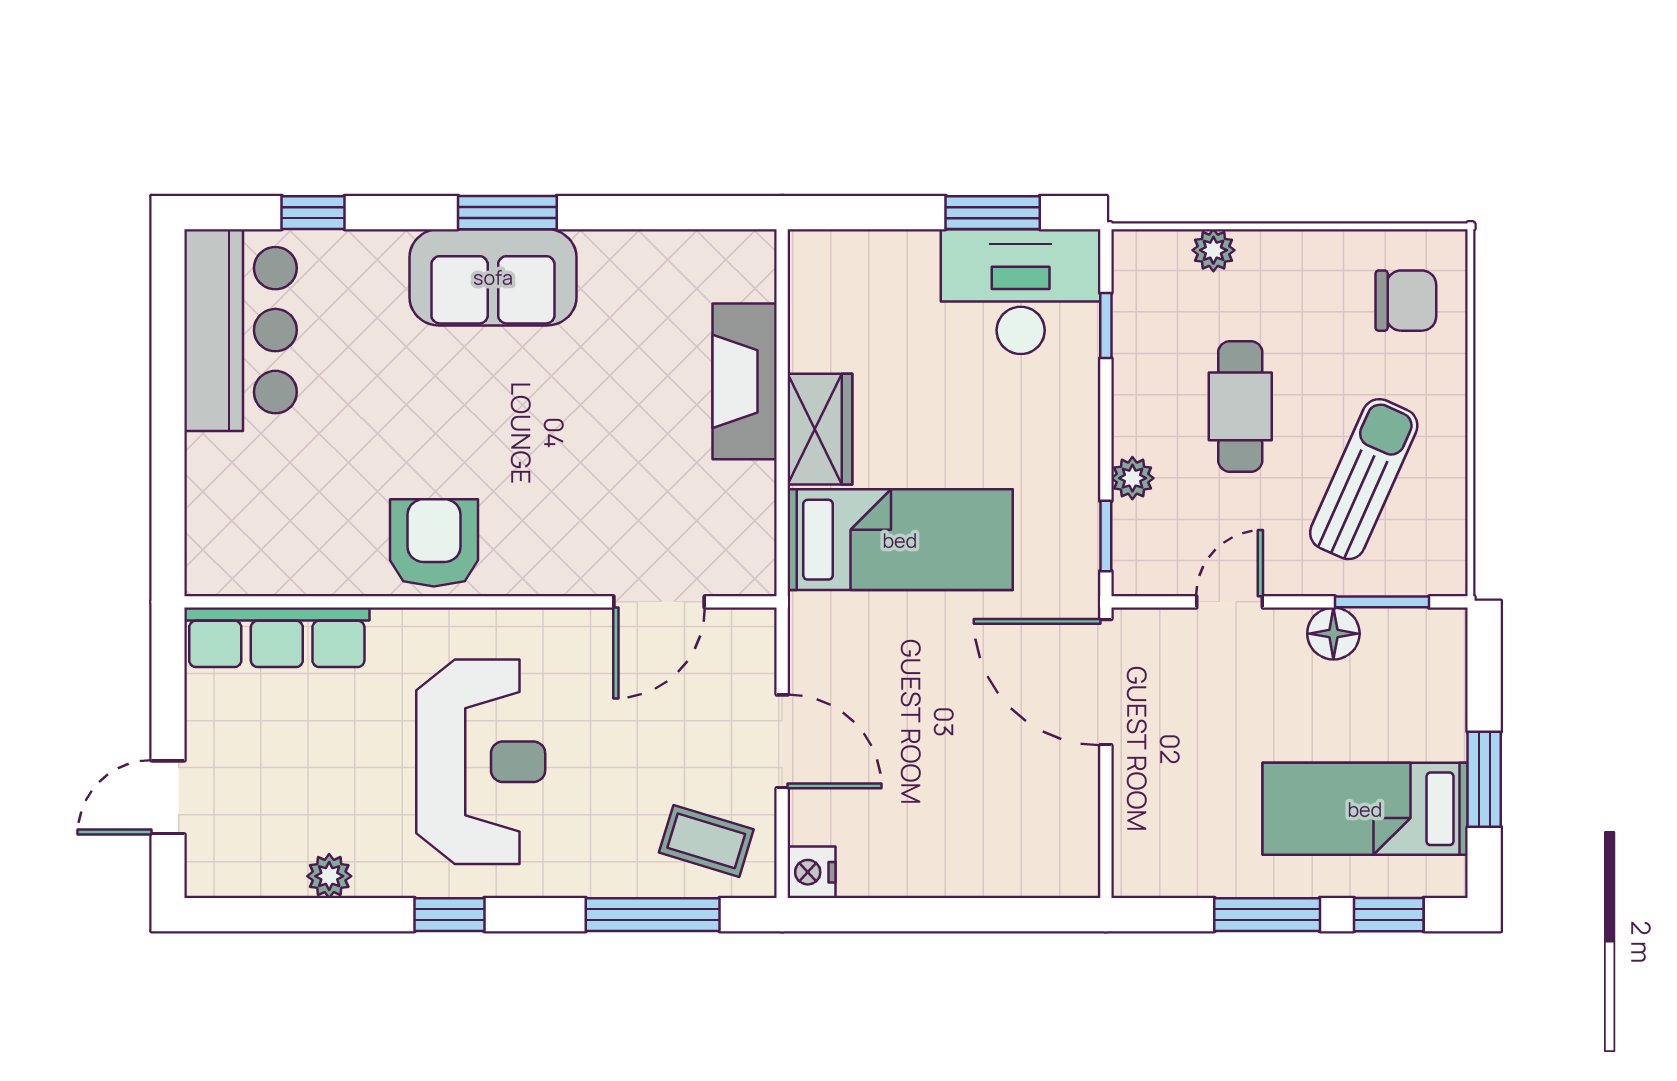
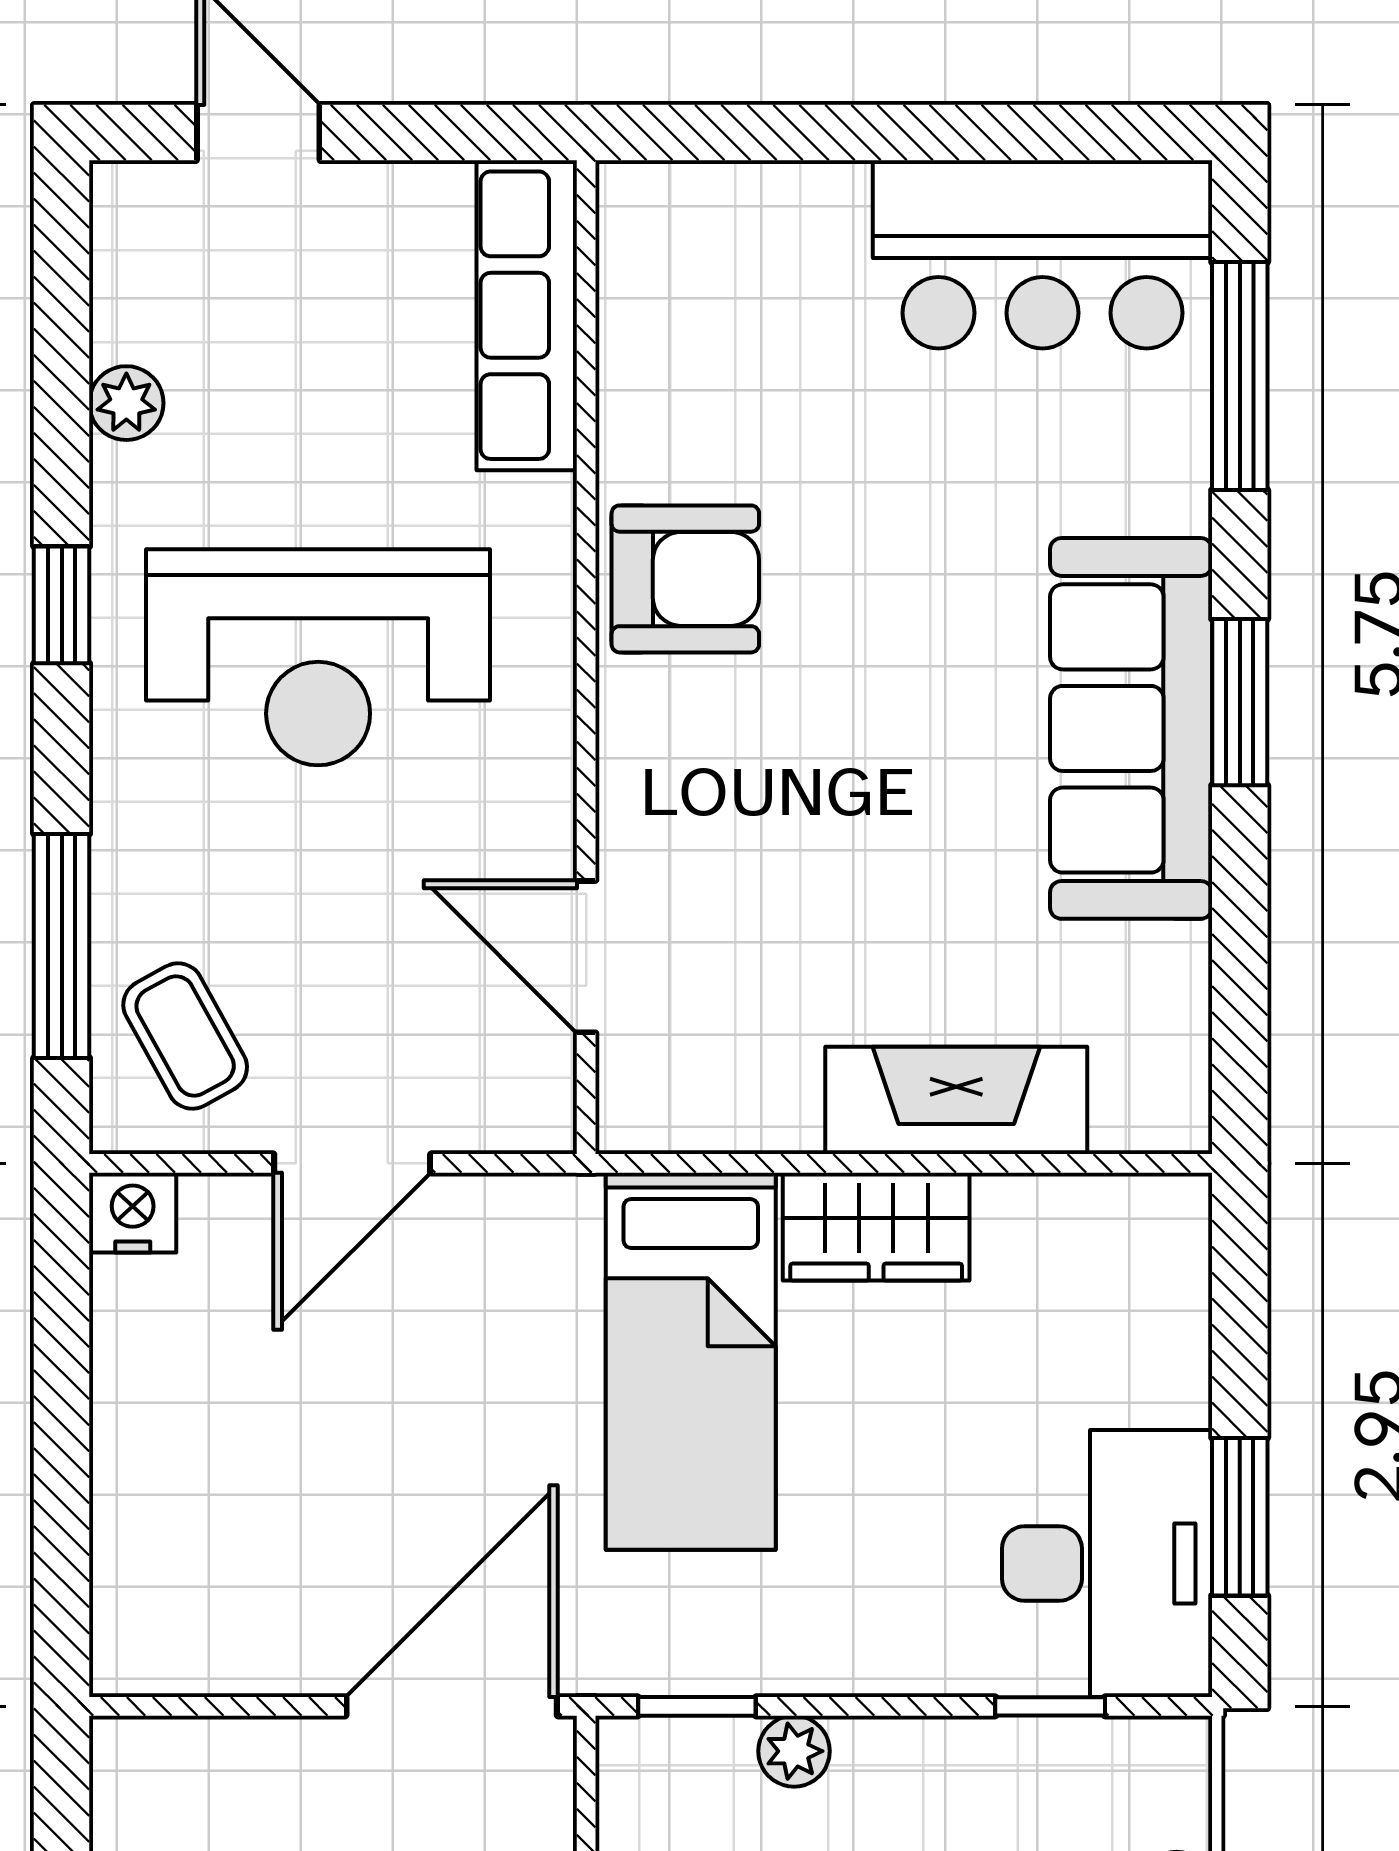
window: (313, 213) -> (1240, 376), width x2.17
sofa: (493, 277) -> (1131, 728), width x1.36
coffee table: (706, 841) -> (185, 1036), turned -46

